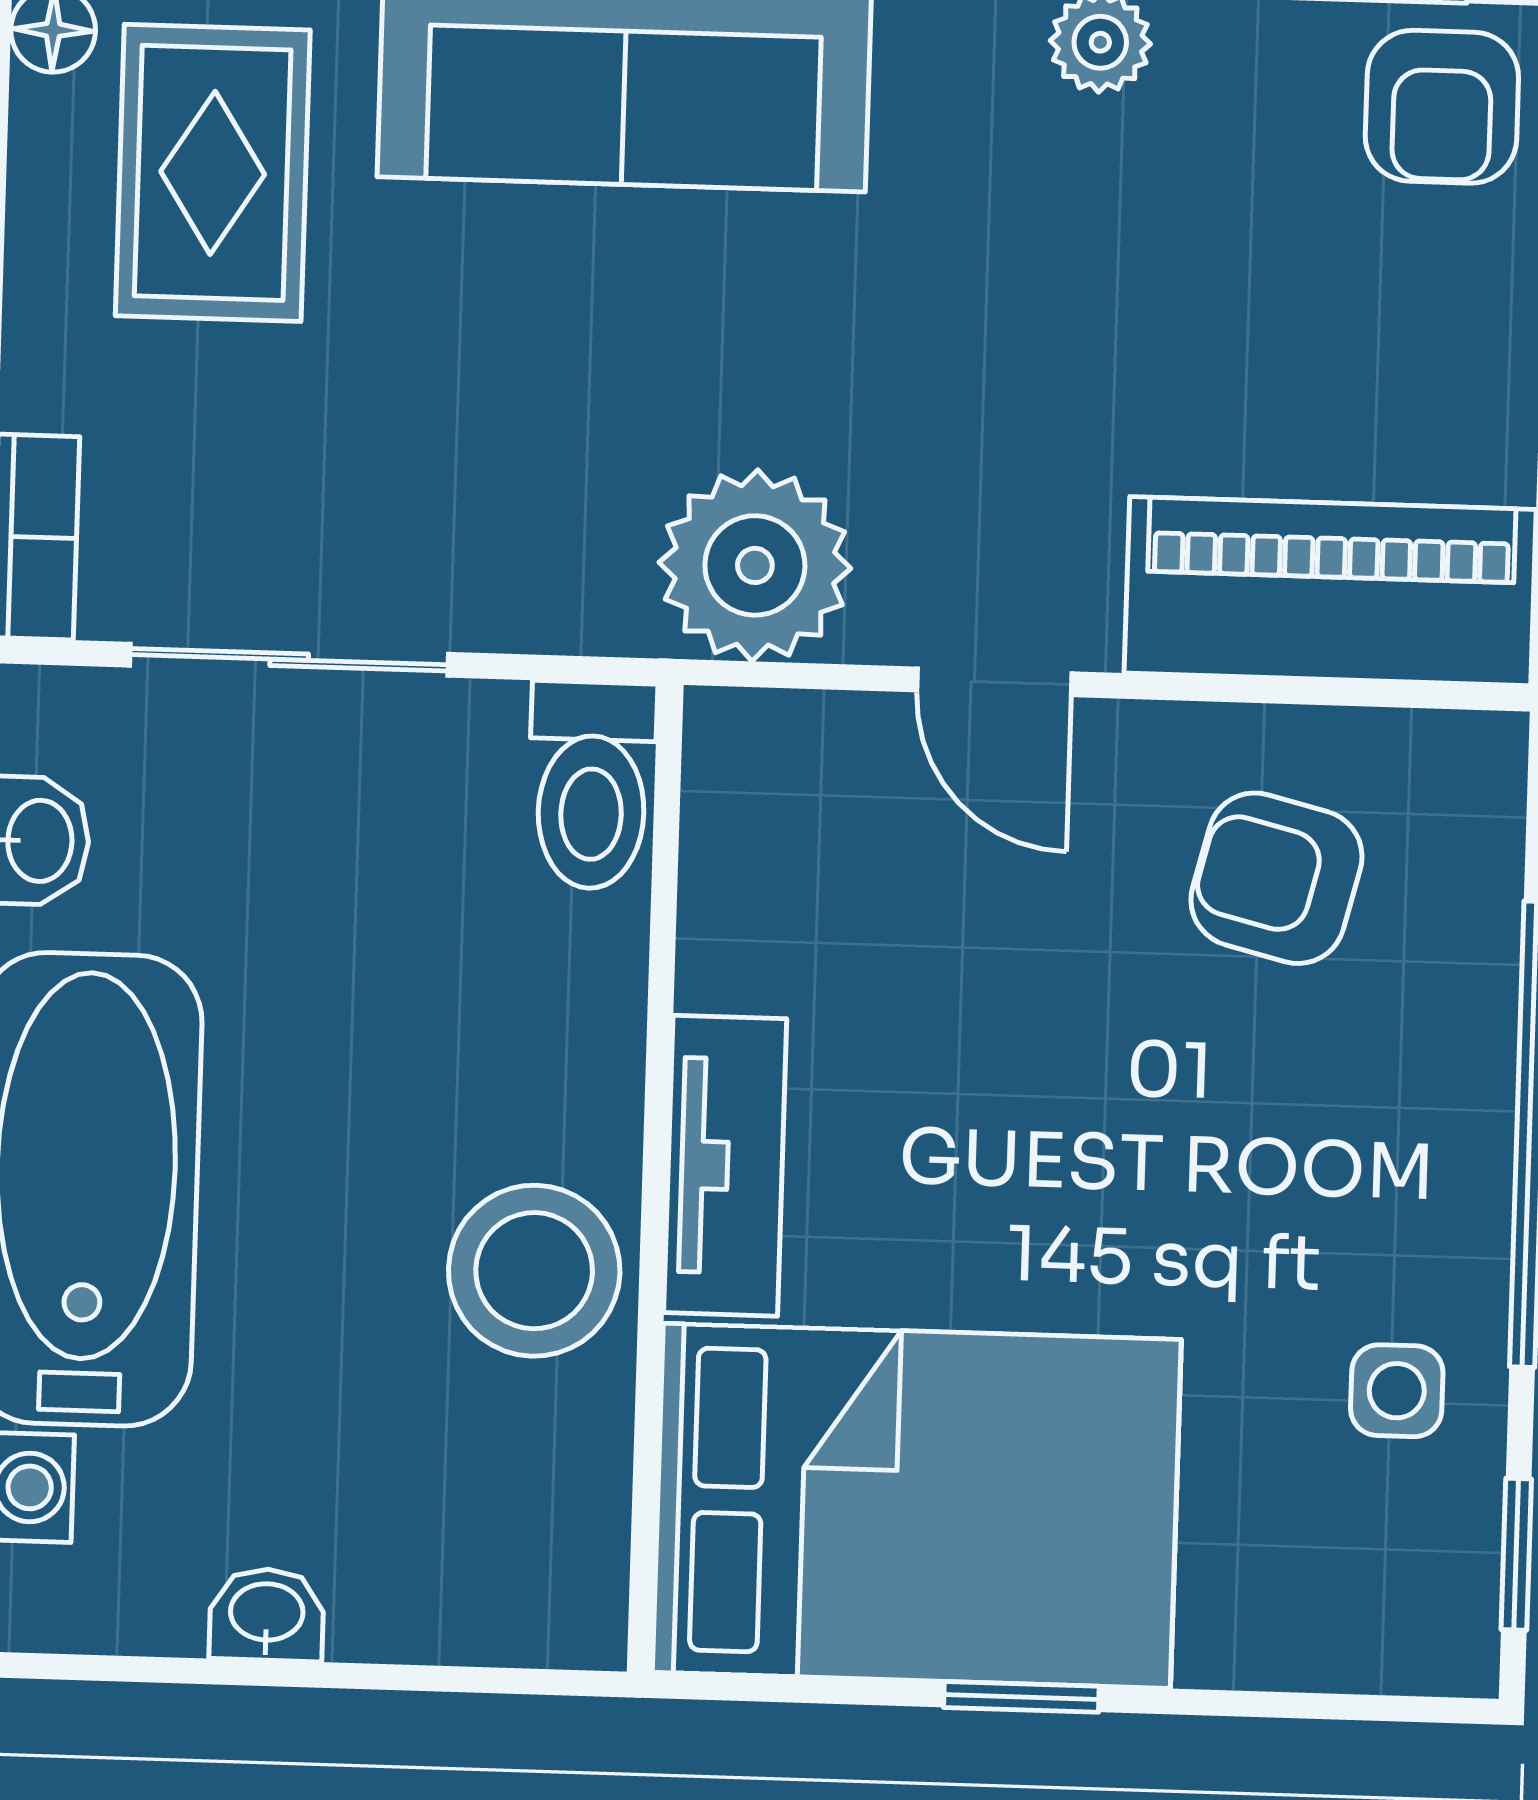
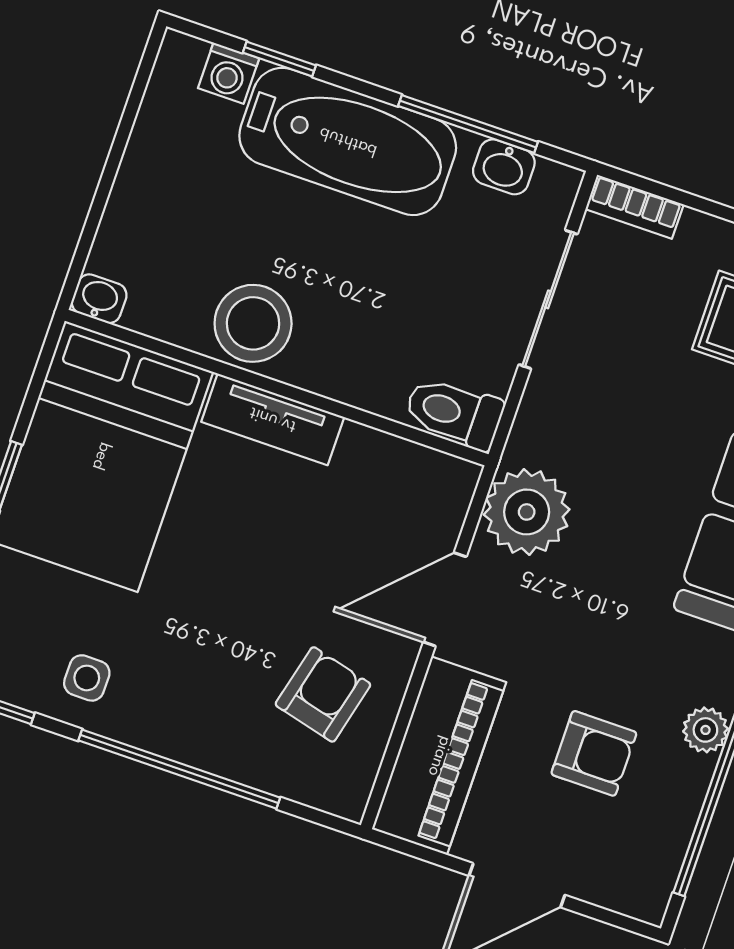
armchair: (1442, 107) -> (594, 753), moved, turned 180
door: (994, 682) -> (445, 599), width x1.38
washbasin: (267, 1615) -> (99, 299), moved, turned -90

